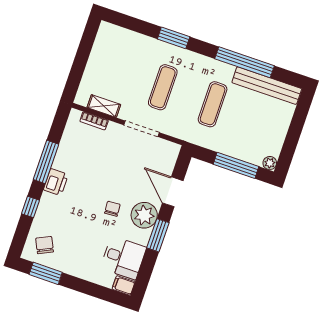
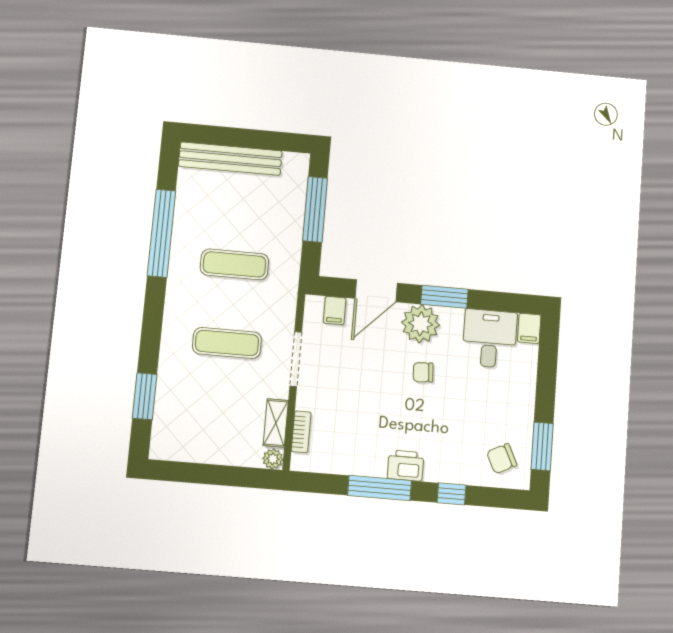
window: (174, 38) -> (145, 396), moved
bench: (267, 86) -> (230, 159), moved, turned 90
filing cabinet: (167, 162) -> (335, 310), added
plant: (270, 163) -> (273, 459), moved

